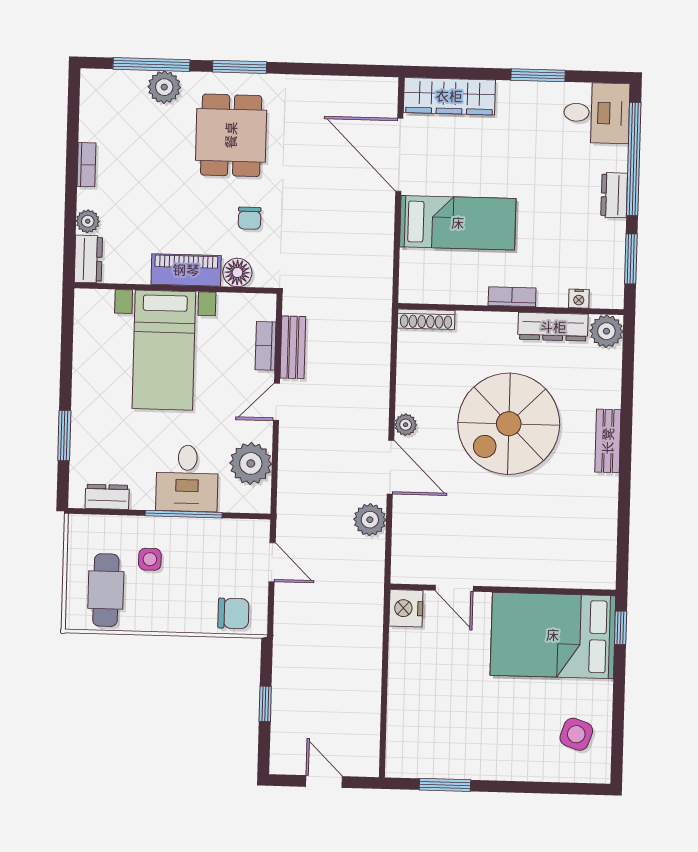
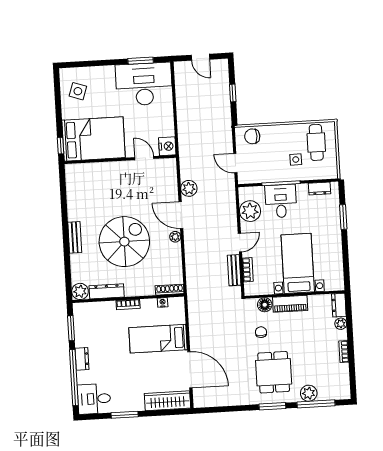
nightstand: (579, 299) -> (163, 302), moved
desk: (442, 737) -> (144, 84), added

